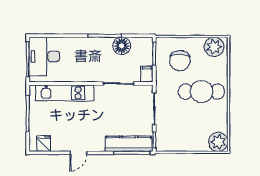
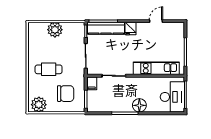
floor lamp: (122, 46) -> (139, 105), moved
chair: (180, 61) -> (66, 94), turned 90
cafe table: (201, 92) -> (49, 69), width x0.73, depth x0.74
plant: (218, 142) -> (55, 30), moved
fridge: (44, 143) -> (130, 29), moved
door: (78, 153) -> (156, 21), moved

